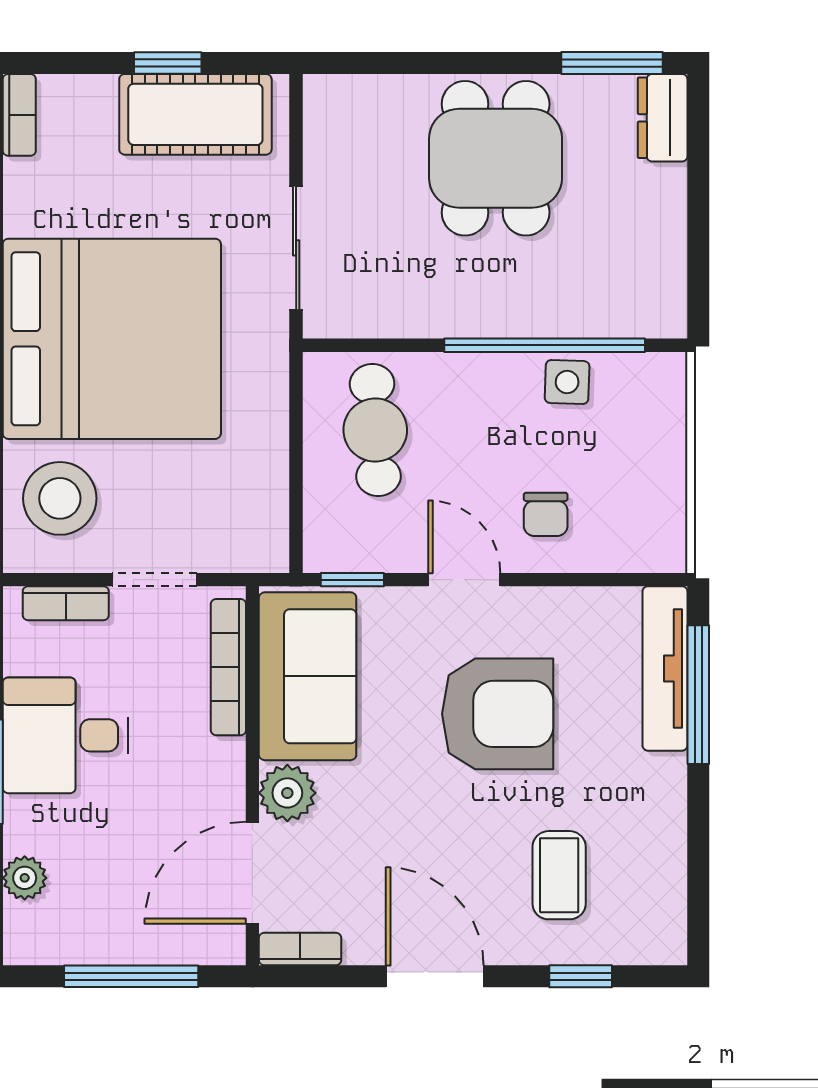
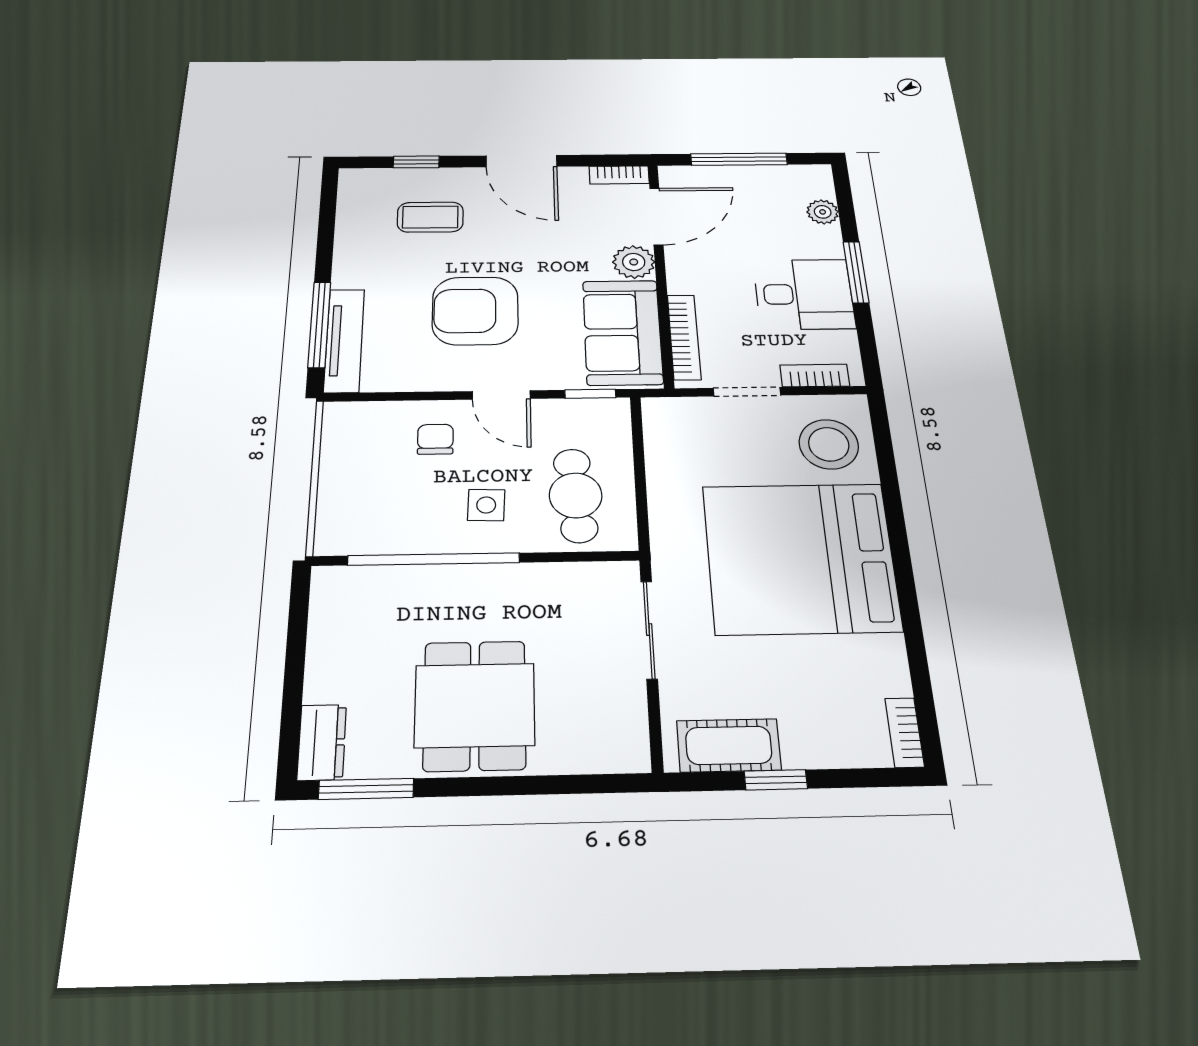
cot: (195, 114) -> (729, 745), width x0.73, depth x0.75
side table: (567, 382) -> (486, 505), moved
coffee table: (559, 875) -> (430, 217), turned 90

